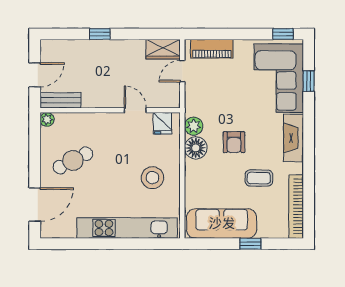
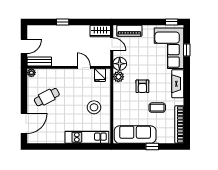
door: (182, 71) -> (112, 44), swing flipped
floor lamp: (196, 148) -> (120, 64), moved
kitchen unit: (127, 228) -> (87, 137), width x0.73

